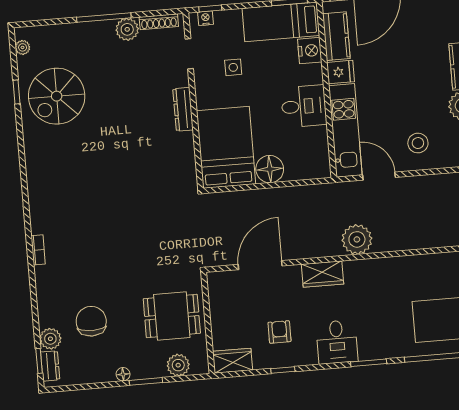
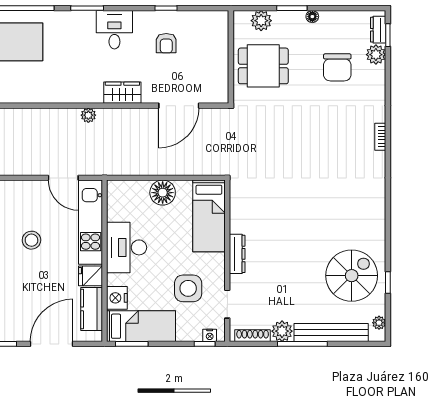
bench: (74, 32) -> (331, 332), added
side table: (233, 67) -> (188, 288), width x1.87, depth x1.87
desk: (304, 106) -> (127, 247), width x1.37
stool: (418, 143) -> (31, 240), moved
bed: (226, 147) -> (209, 216), width x0.67
plant: (357, 239) -> (88, 115), width x0.53, depth x0.53
wardrobe: (233, 361) -> (211, 21), removed

